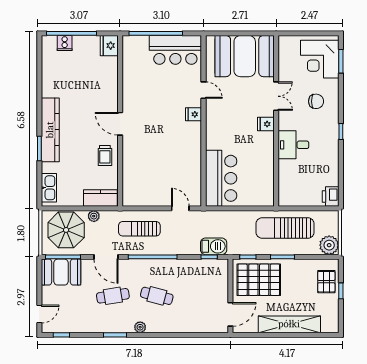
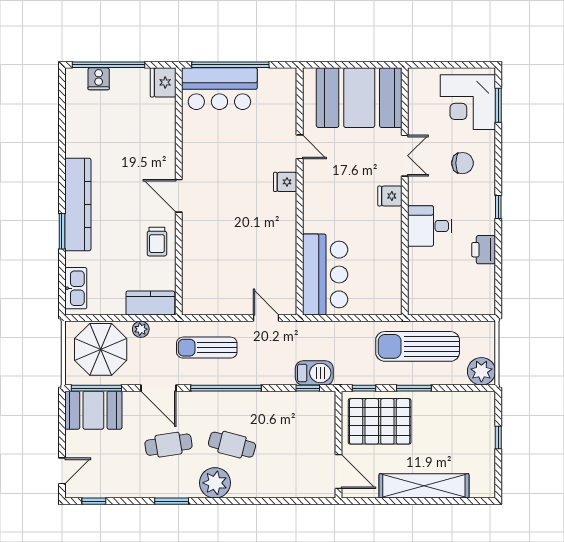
bar counter: (175, 50) -> (219, 89), moved
printer: (331, 196) -> (484, 250), moved
pallet: (326, 282) -> (477, 424), removed
door: (230, 314) -> (339, 471), hinge flipped
plant: (140, 327) -> (215, 483), width x1.87, depth x1.87

